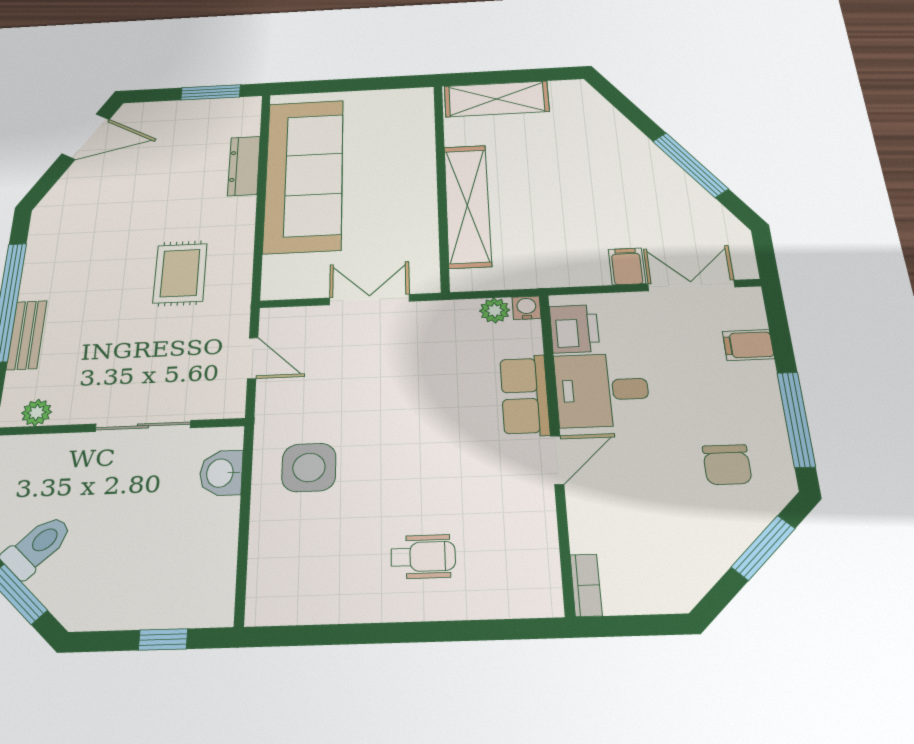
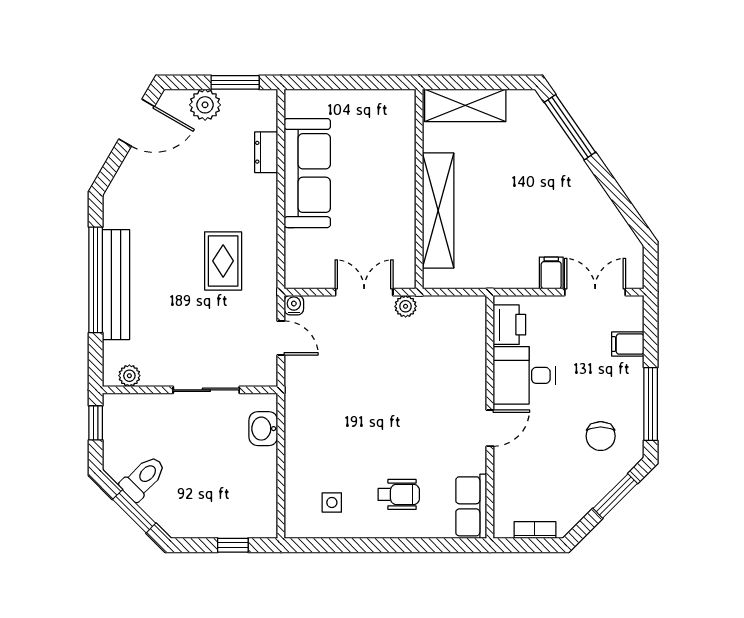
plant: (172, 115) -> (205, 105), added
window: (690, 165) -> (570, 127), moved
dresser: (244, 166) -> (266, 152), width x0.70
sofa: (304, 175) -> (307, 173), width x0.74, depth x0.79
water cooler: (526, 308) -> (294, 305), moved
plant: (495, 310) -> (406, 306), moved
bench: (27, 335) -> (116, 285), width x1.86, depth x1.21
row of seats: (525, 395) -> (471, 506), moved
side table: (309, 467) -> (332, 502), moved, width x0.54, depth x0.54
bookcase: (586, 585) -> (535, 530), moved, turned -90

